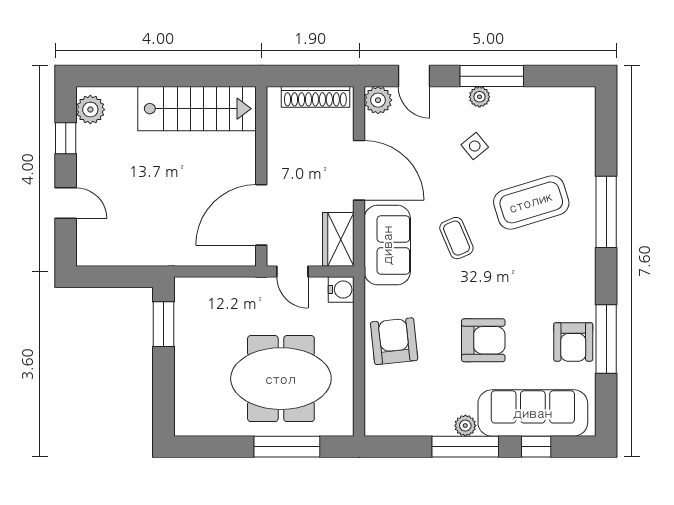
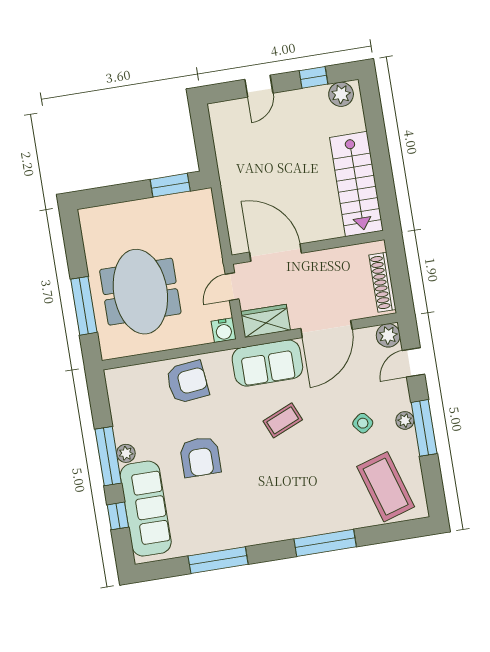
coffee table: (531, 202) -> (386, 487), moved
armchair: (573, 342) -> (211, 533), removed

